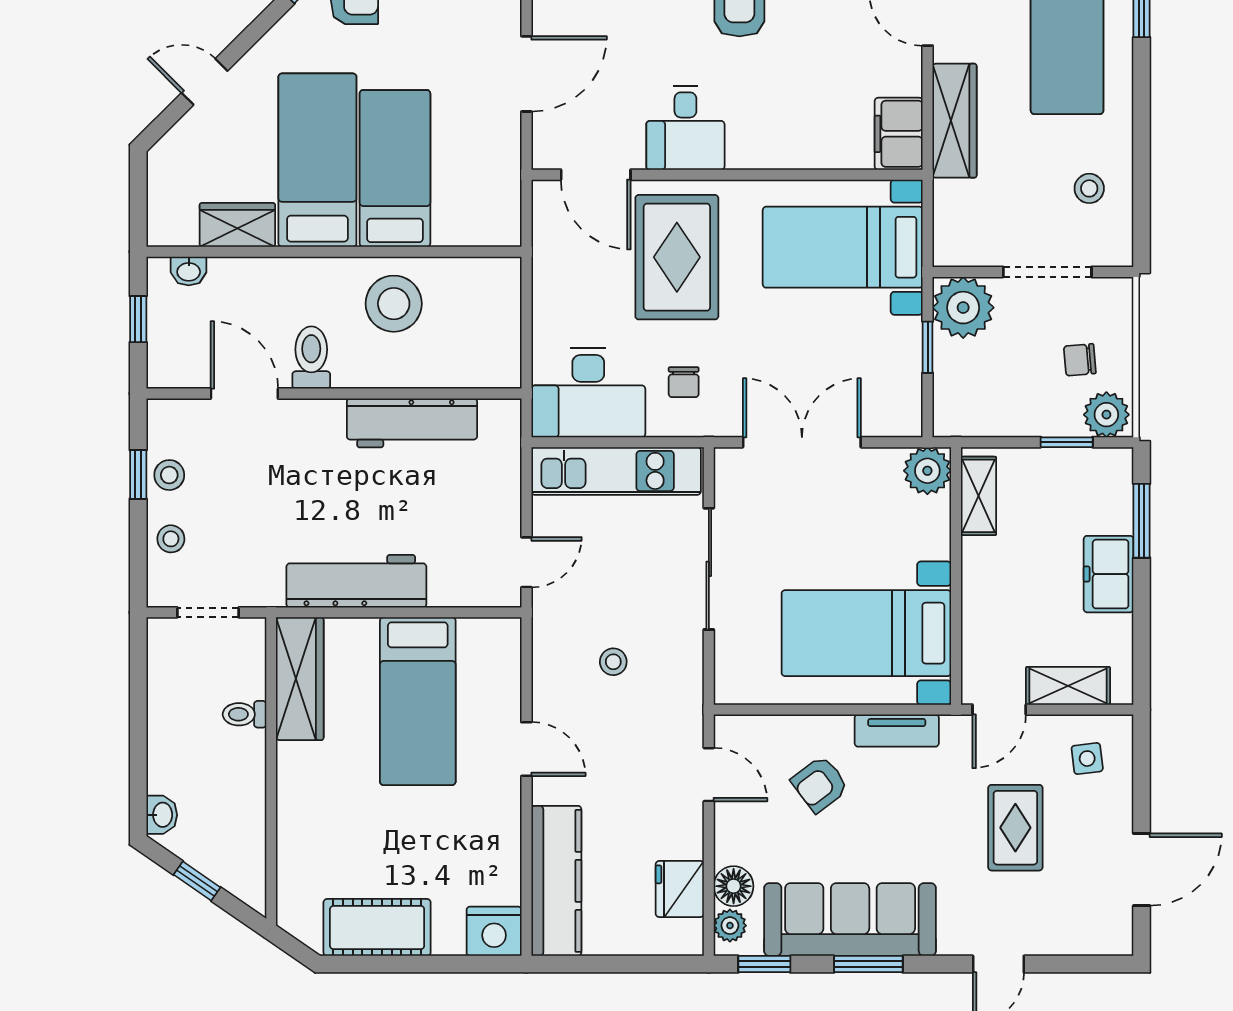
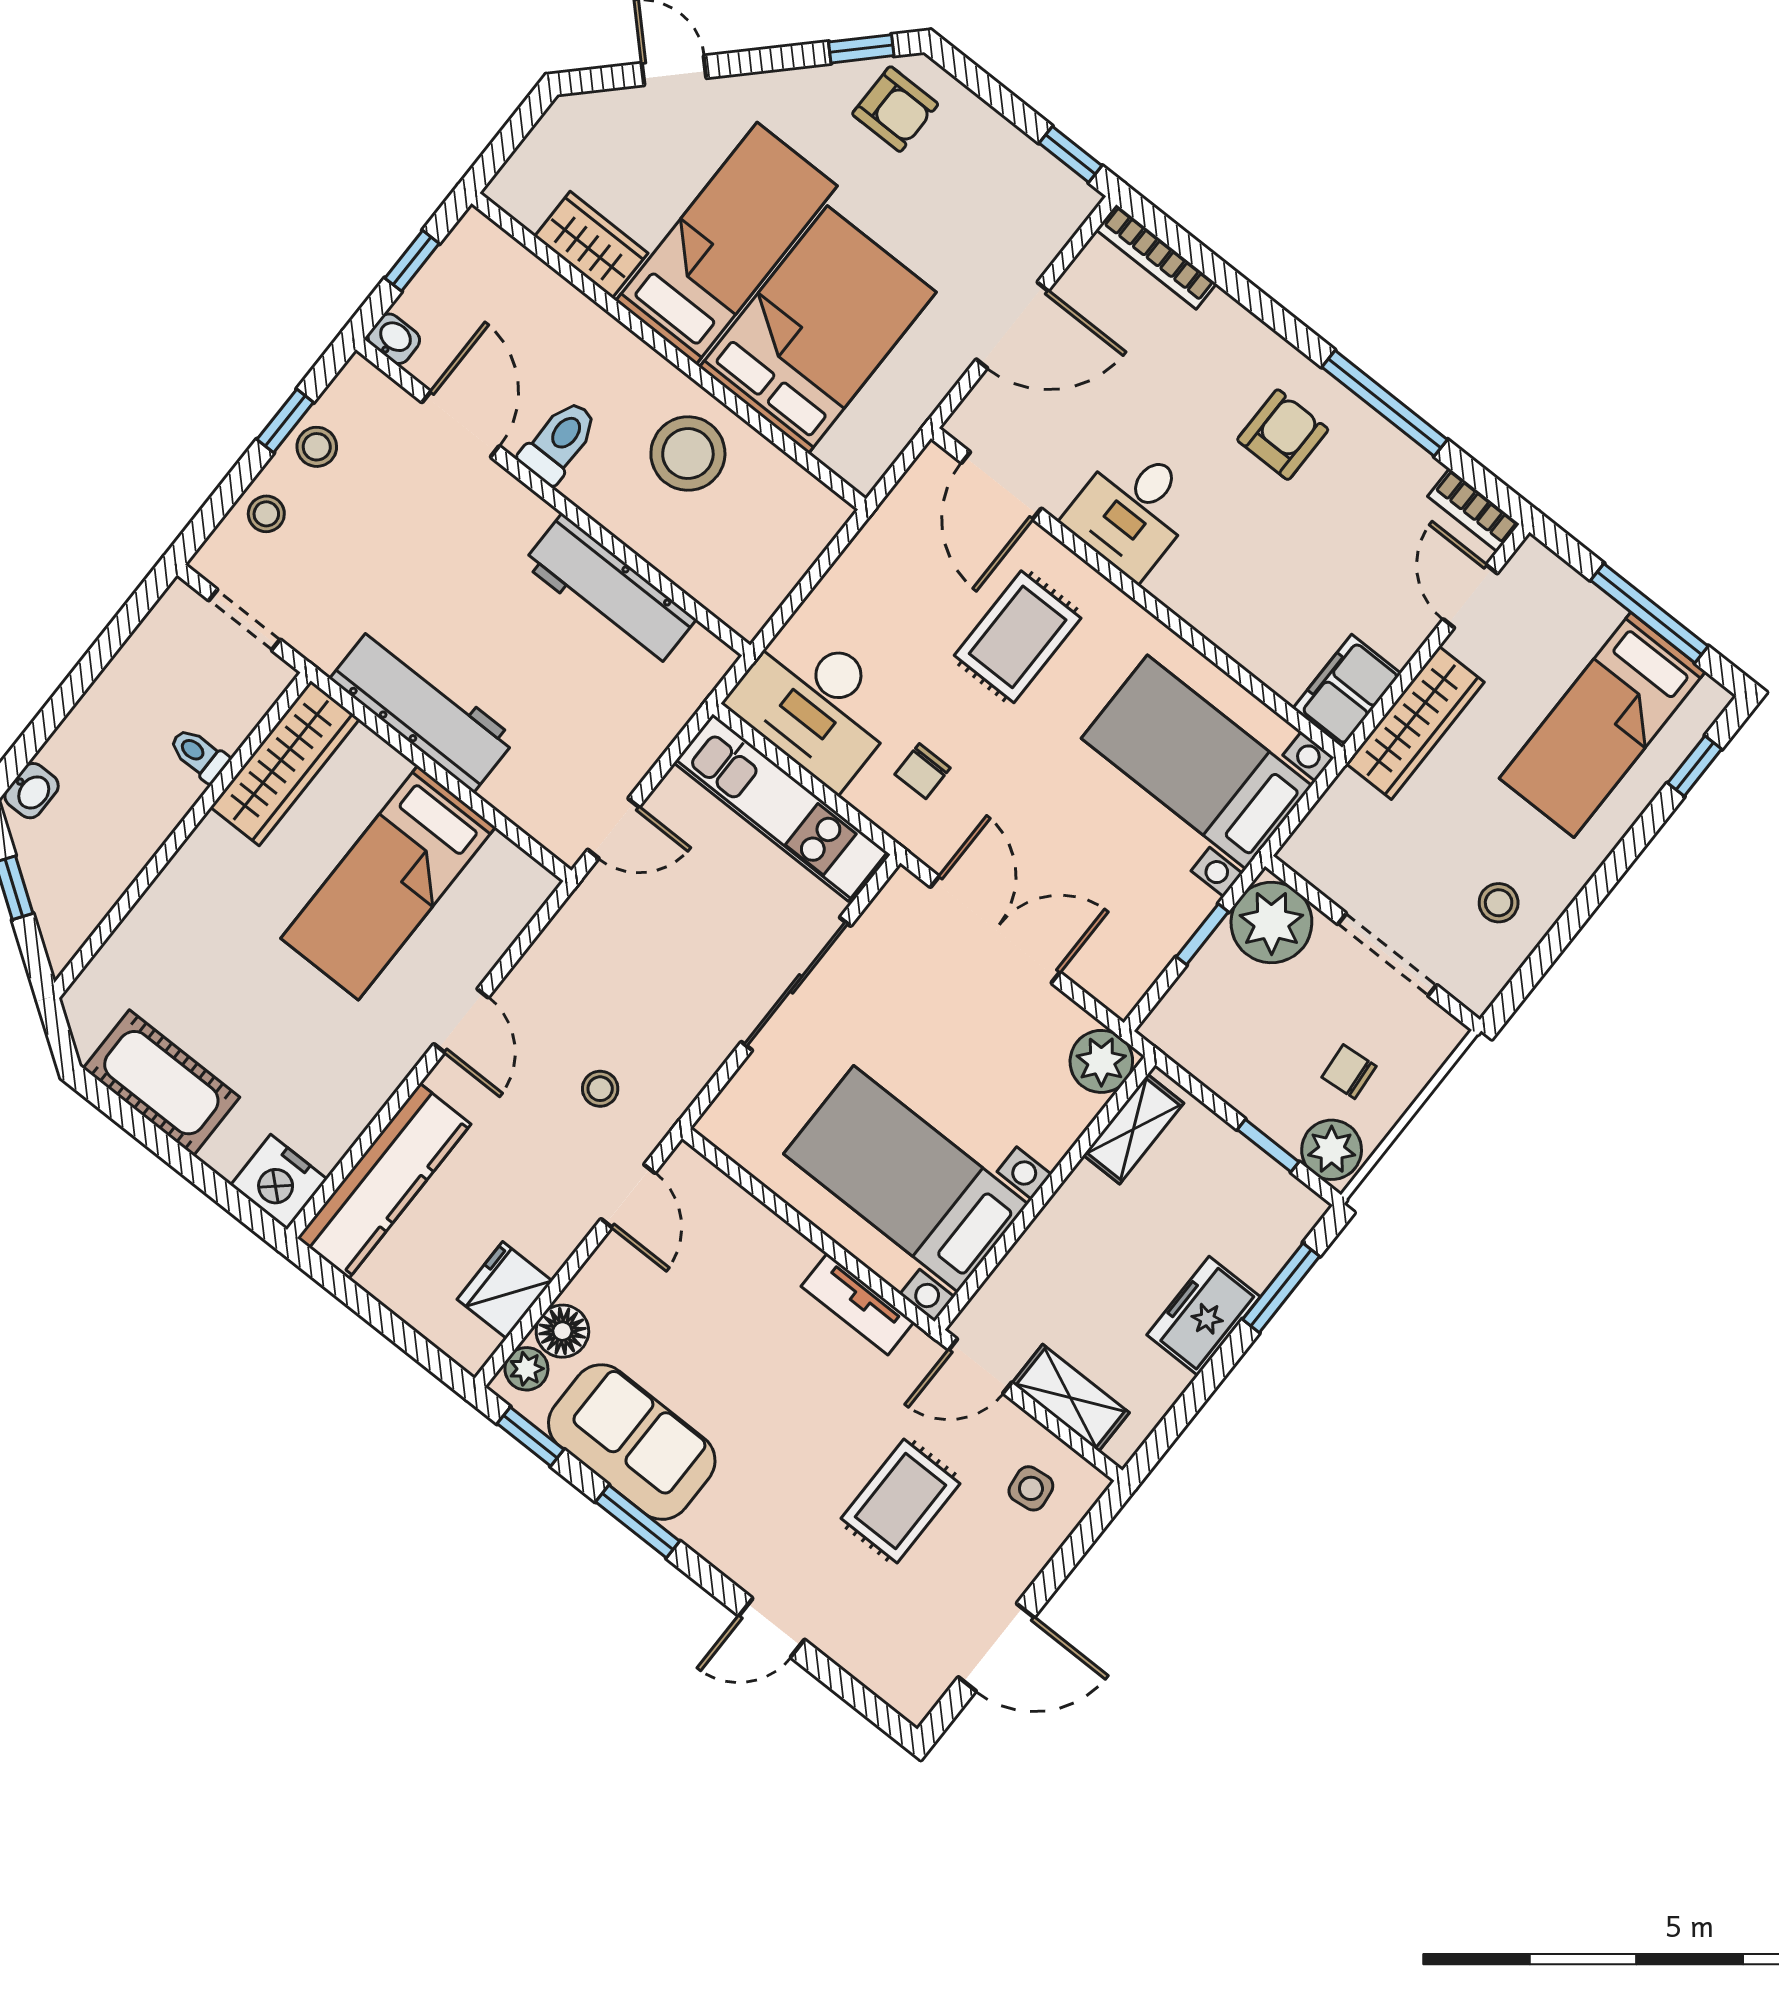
bed: (395, 168) -> (818, 330), width x1.50
rug: (677, 257) -> (1018, 637), width x0.73, depth x0.70
washbasin: (189, 271) -> (394, 339), moved, turned 180
stool: (613, 662) -> (600, 1089), moved
armchair: (820, 784) -> (735, 1297), removed
sofa: (850, 920) -> (632, 1442), width x0.73

